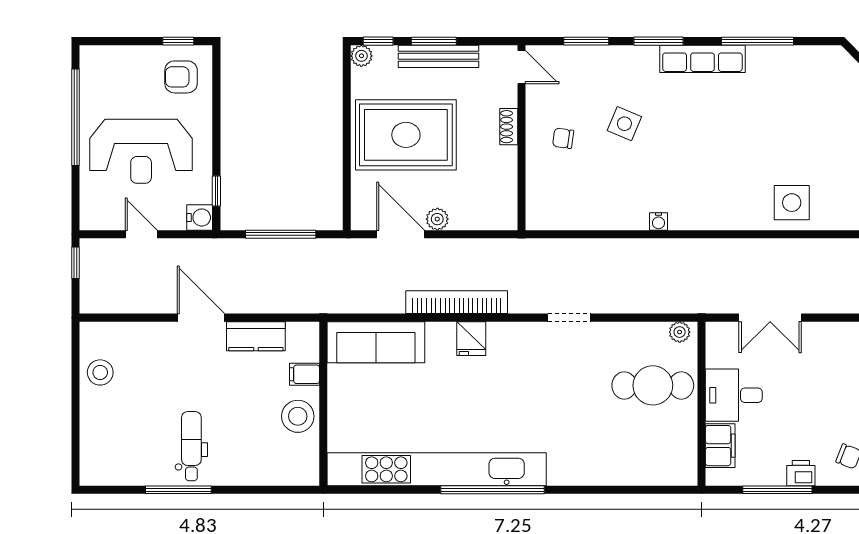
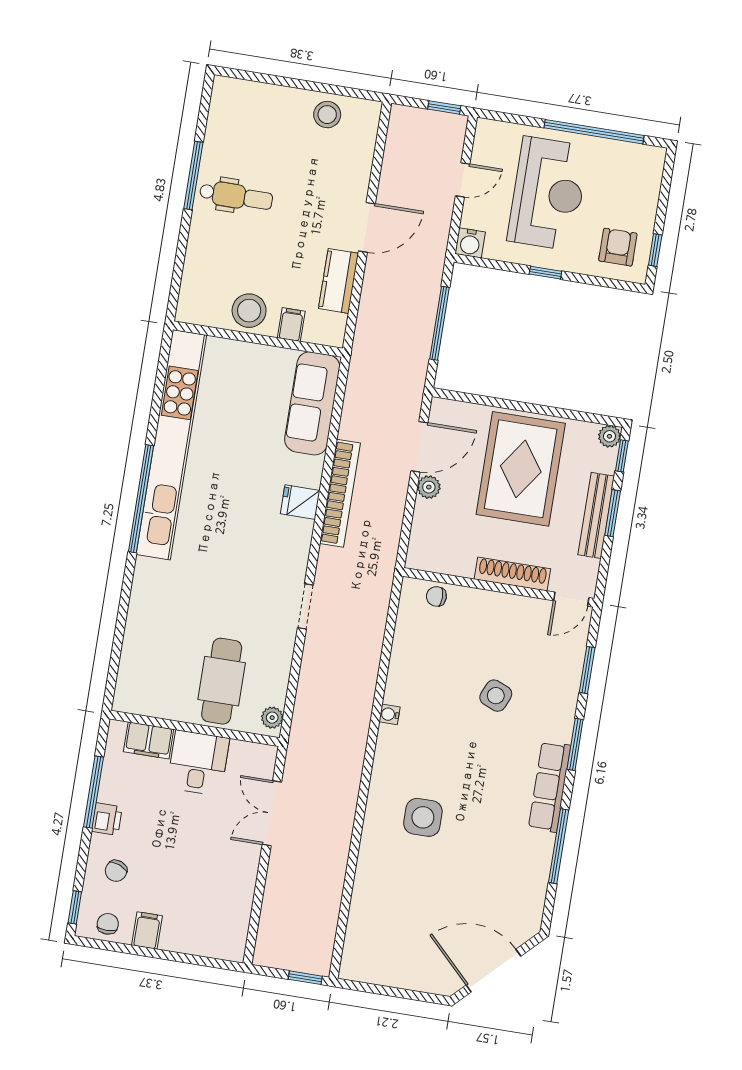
shoe rack: (509, 127) -> (512, 574), width x1.94, depth x1.24
chair: (563, 138) -> (436, 596), moved, turned -98
reception desk: (141, 151) -> (548, 193), turned 180
window: (216, 191) -> (545, 273), moved
side table: (792, 203) -> (423, 817), moved

